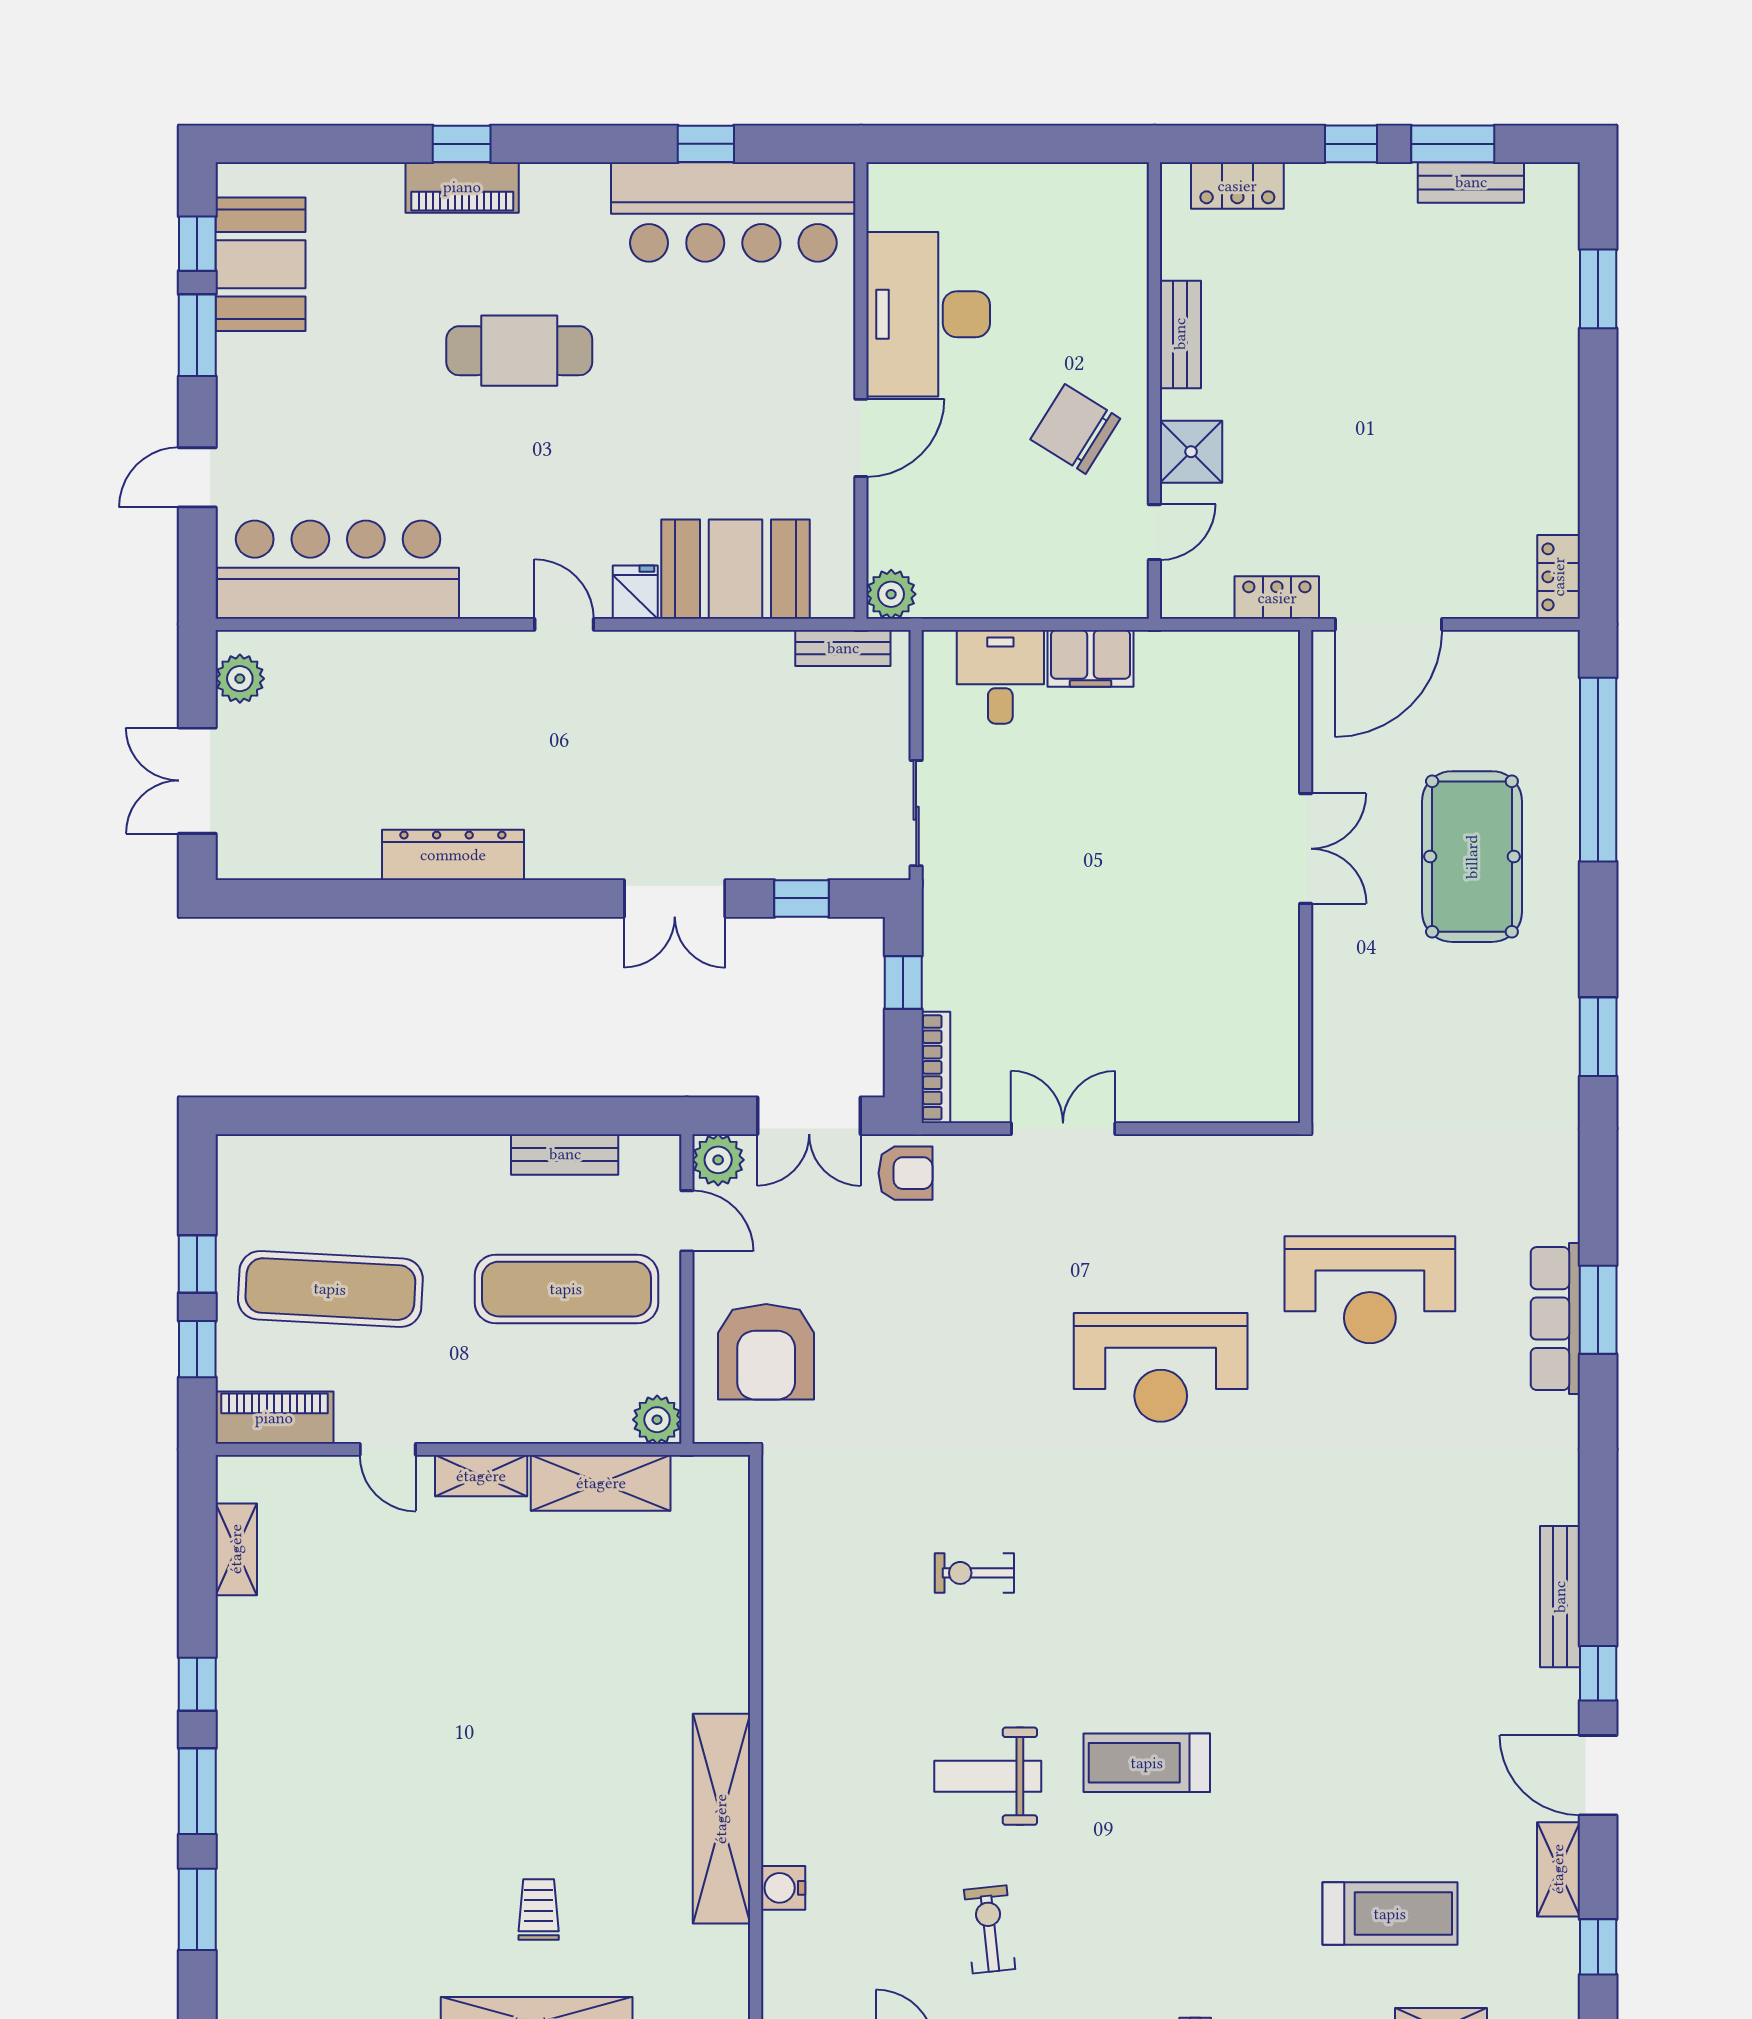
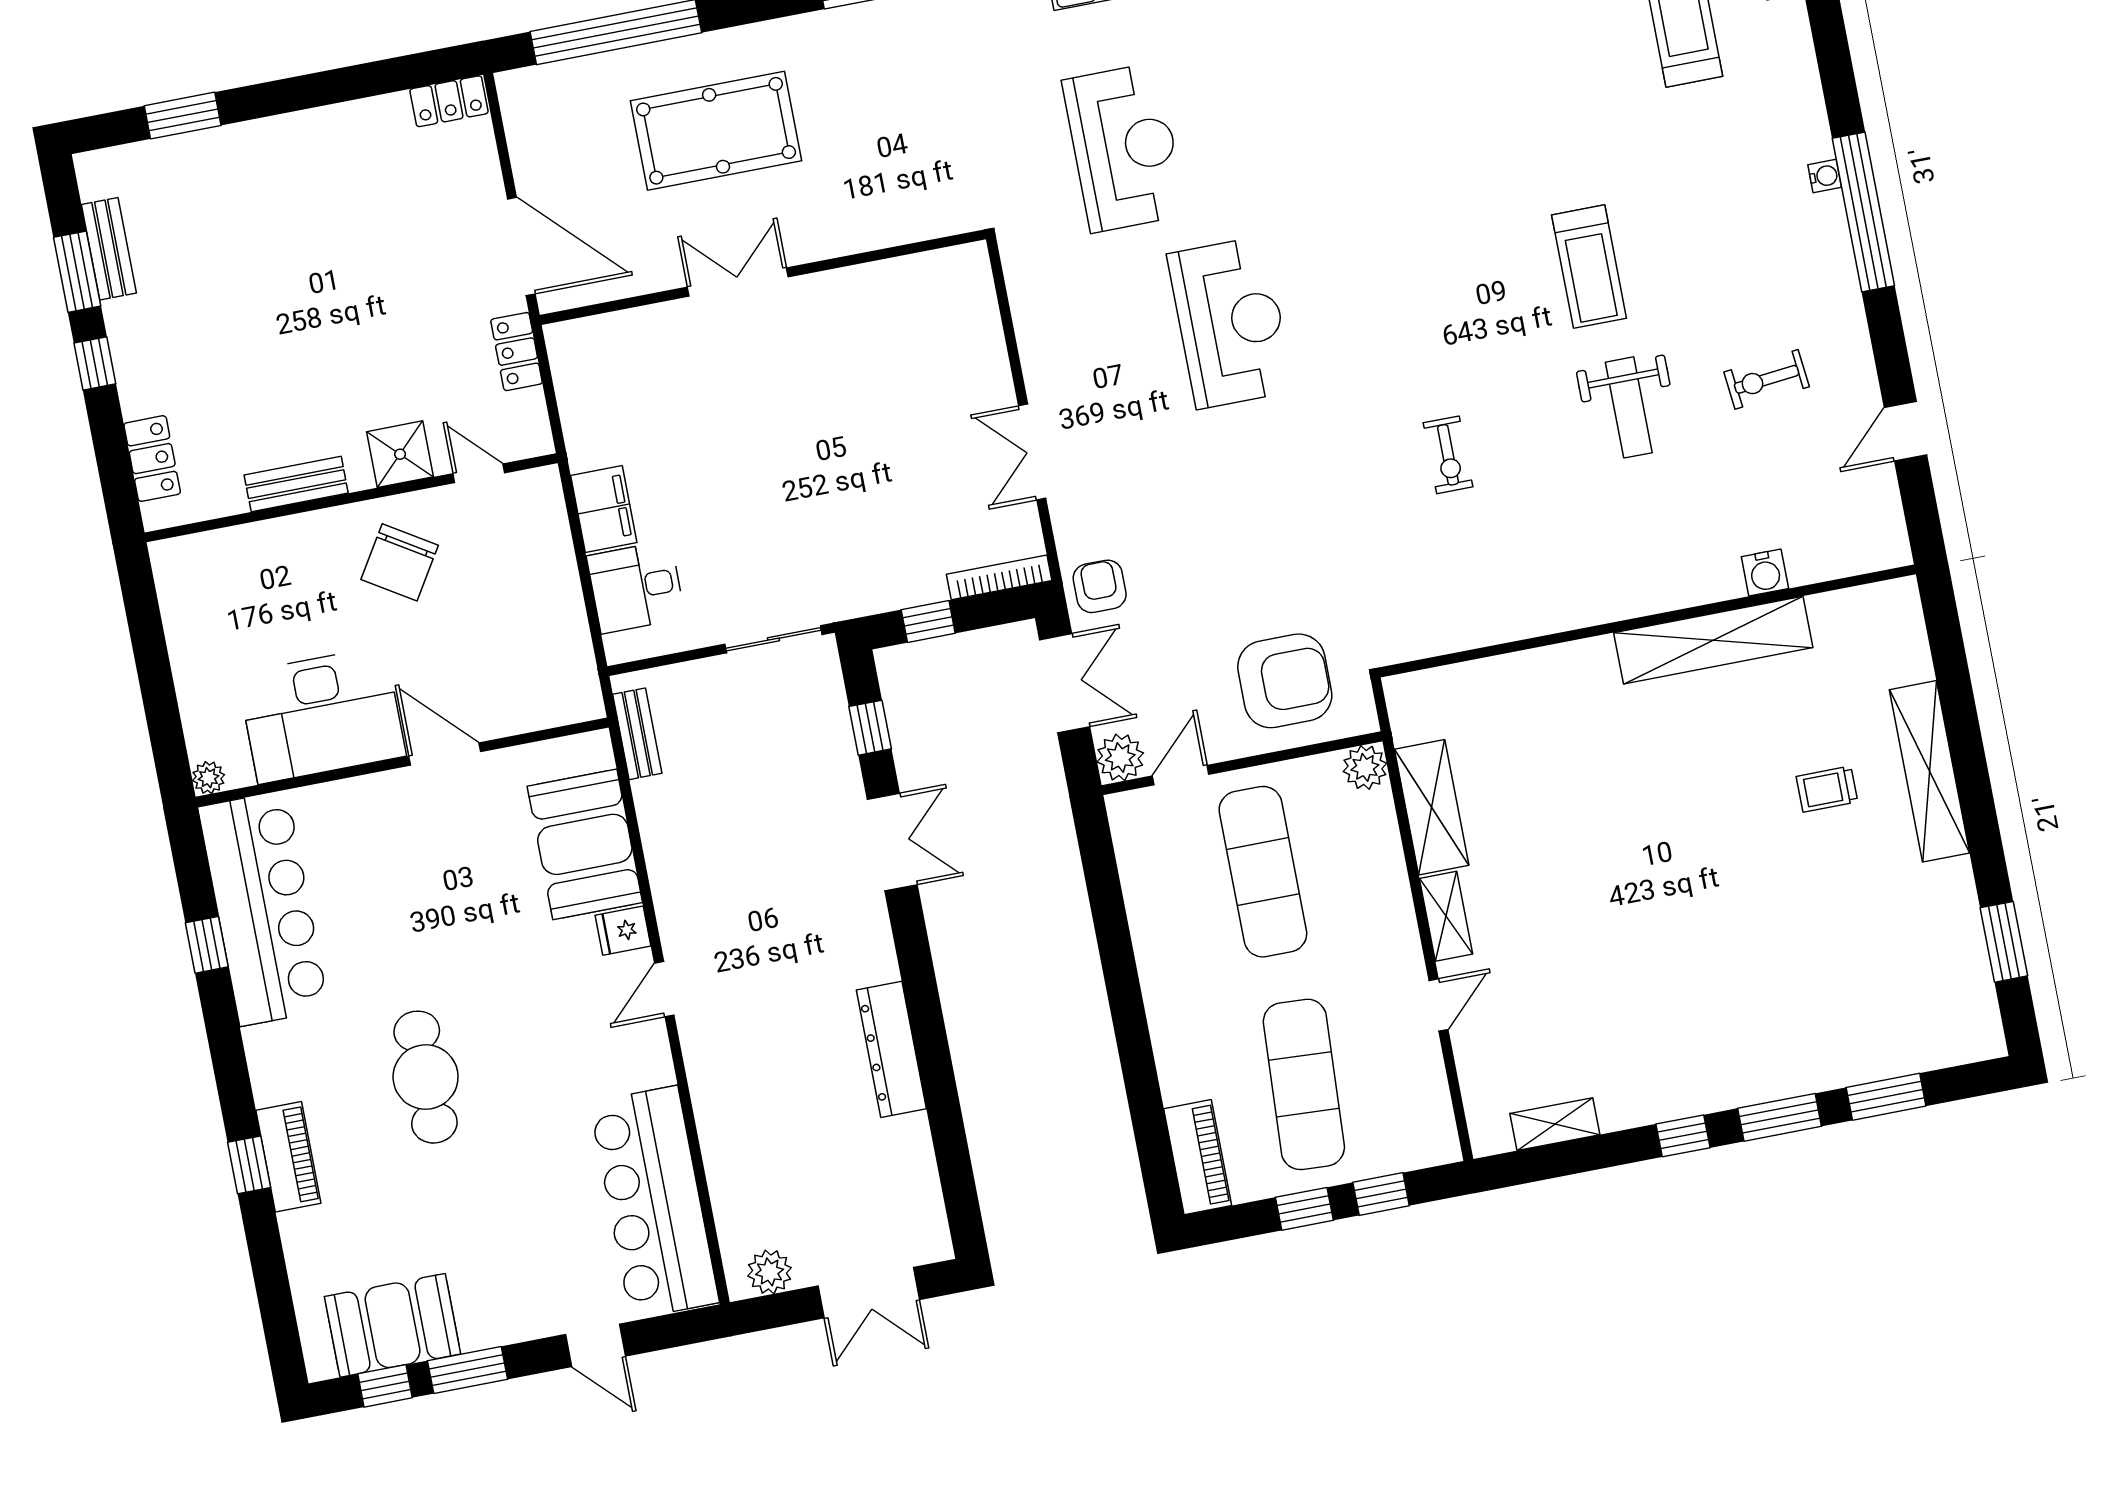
plant: (891, 594) -> (208, 778), moved, width x0.73, depth x0.73
bench: (565, 1154) -> (1142, 897), removed
piano: (274, 1418) -> (1198, 1157), moved, turned 180

